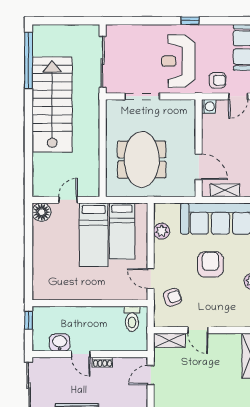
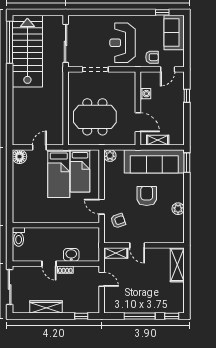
window: (190, 21) -> (162, 12), moved
stairs: (52, 105) -> (27, 51), moved
washing machine: (209, 106) -> (145, 94), moved
meeting table: (142, 159) -> (95, 117), turned 90
plant: (162, 231) -> (110, 156), moved
toilet: (132, 319) -> (19, 237), moved
window: (28, 320) -> (10, 238), removed
washbasin: (60, 343) -> (71, 255), moved
door: (151, 375) -> (102, 279), swing flipped

